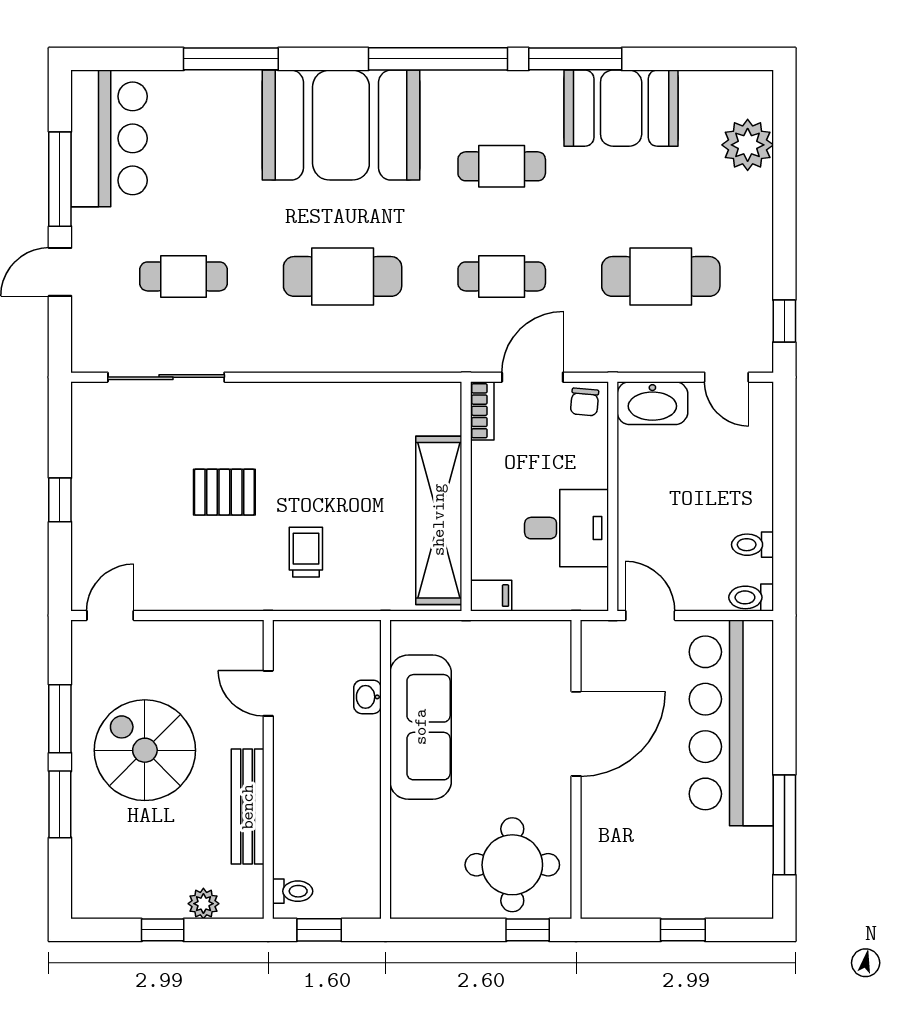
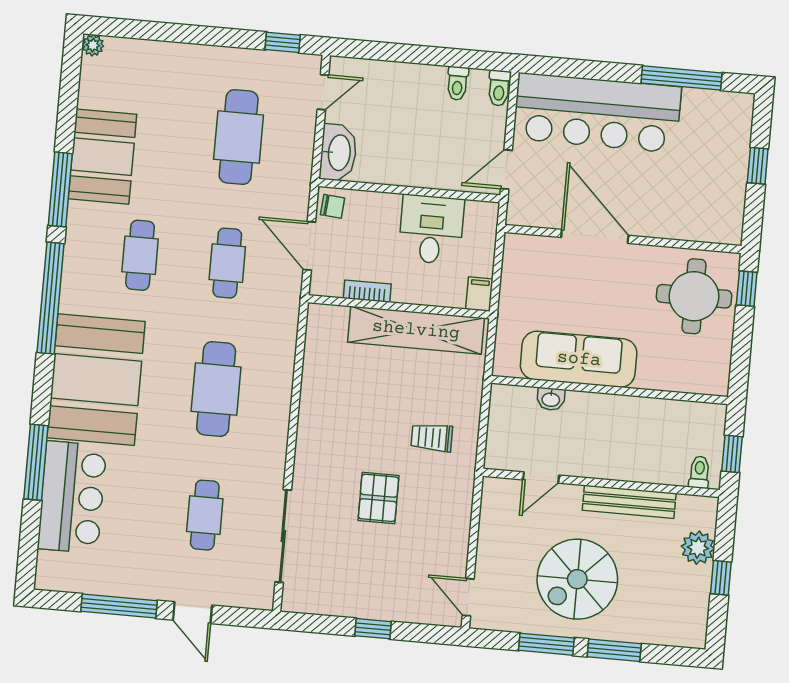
bar counter: (109, 138) -> (72, 497), moved, turned 90
plant: (748, 145) -> (93, 45), moved, width x0.53, depth x0.53
bookcase: (482, 411) -> (367, 291), moved
plant: (203, 904) -> (698, 548), width x1.38, depth x1.38

